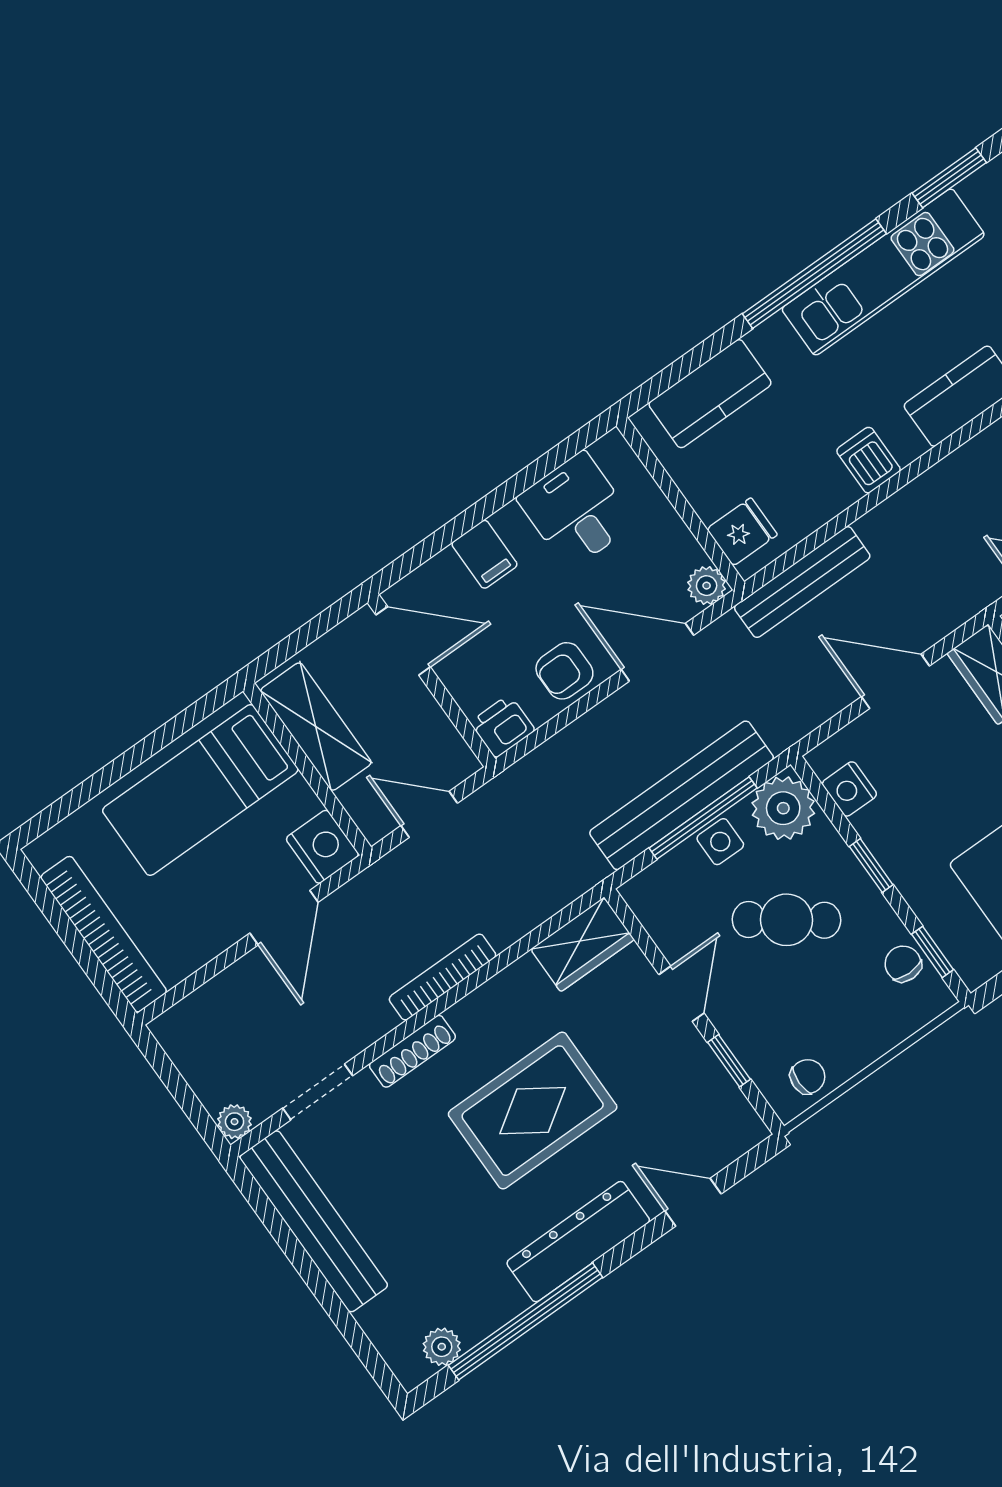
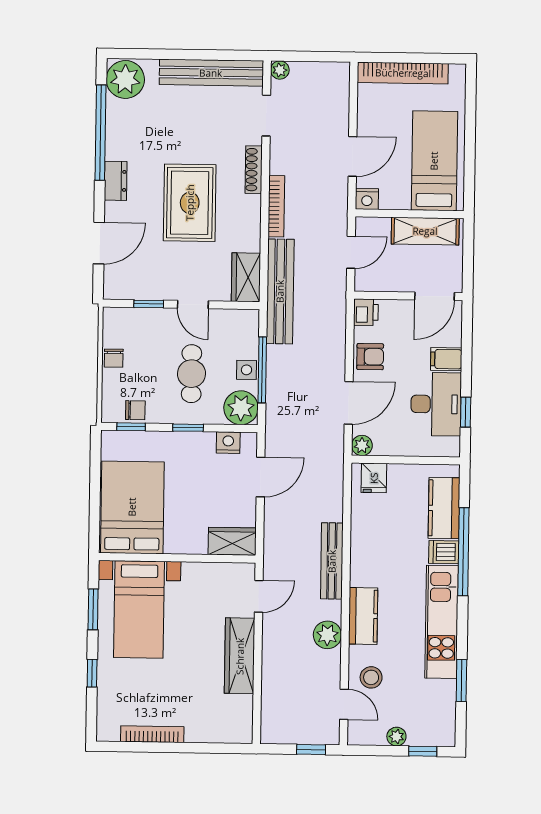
window: (814, 274) -> (463, 552), moved
dishwasher: (868, 460) -> (444, 552), moved, turned 180
window: (543, 467) -> (466, 412), added
desk: (576, 511) -> (436, 404), width x1.37
bench: (802, 582) -> (332, 561), moved
armchair: (564, 671) -> (370, 357), turned 90
door: (895, 681) -> (261, 477), moved
bench: (682, 795) -> (280, 291), moved
nightstand: (322, 847) -> (367, 199), width x0.74, depth x0.75
door: (284, 918) -> (353, 156), swing flipped
cafe table: (787, 920) -> (191, 374), turned -36
chair: (808, 1077) -> (114, 358), moved
door: (693, 1202) -> (99, 243), width x1.38
dresser: (578, 1242) -> (116, 181), width x0.51, depth x0.80
plant: (442, 1347) -> (125, 79), width x1.87, depth x1.87

